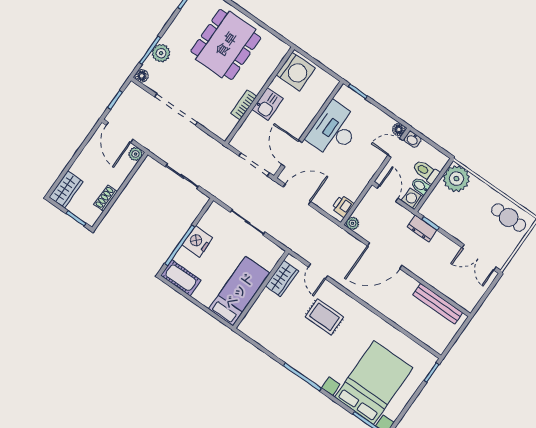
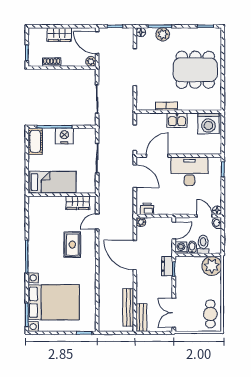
door: (119, 132) -> (97, 43), hinge flipped
wardrobe: (66, 189) -> (59, 35), moved
bench: (459, 297) -> (141, 318), added

